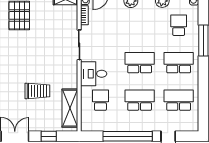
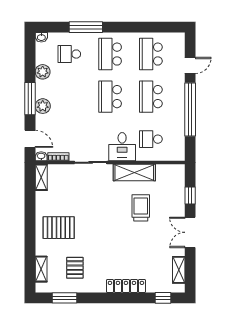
shelving: (70, 108) -> (134, 172), moved

